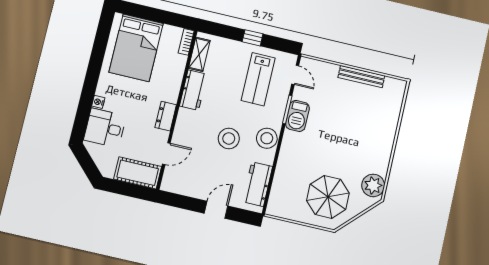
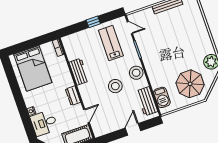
shelving: (199, 54) -> (70, 50), removed
lab bench: (258, 79) -> (111, 43), turned 180
barbecue: (297, 116) -> (162, 97), moved

